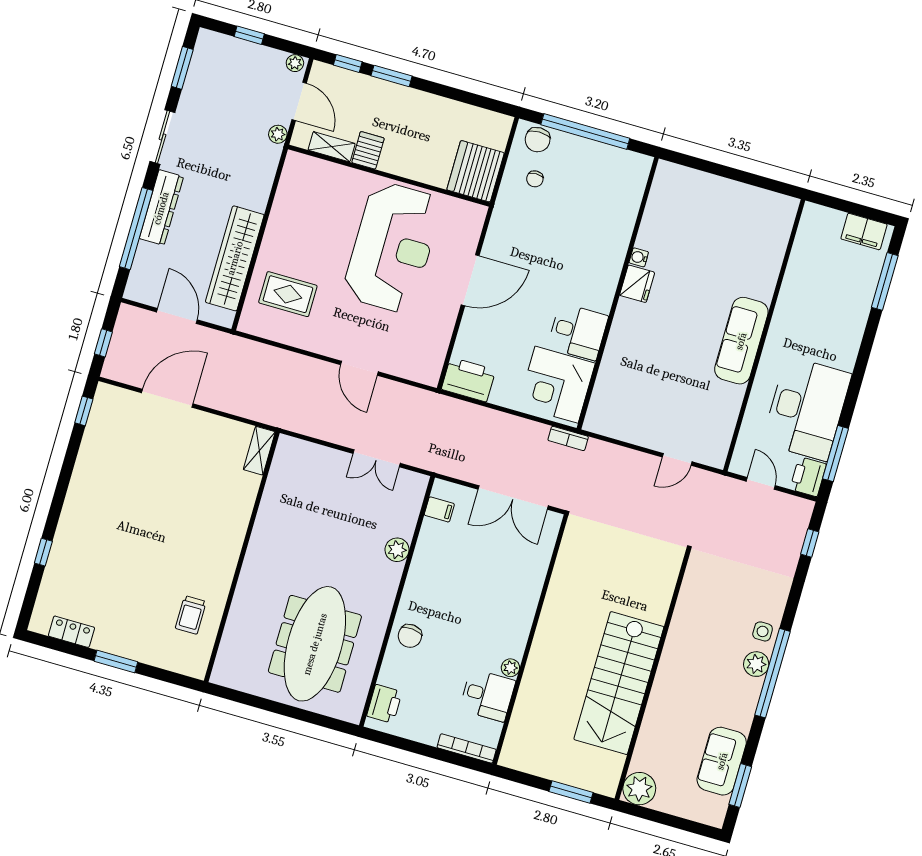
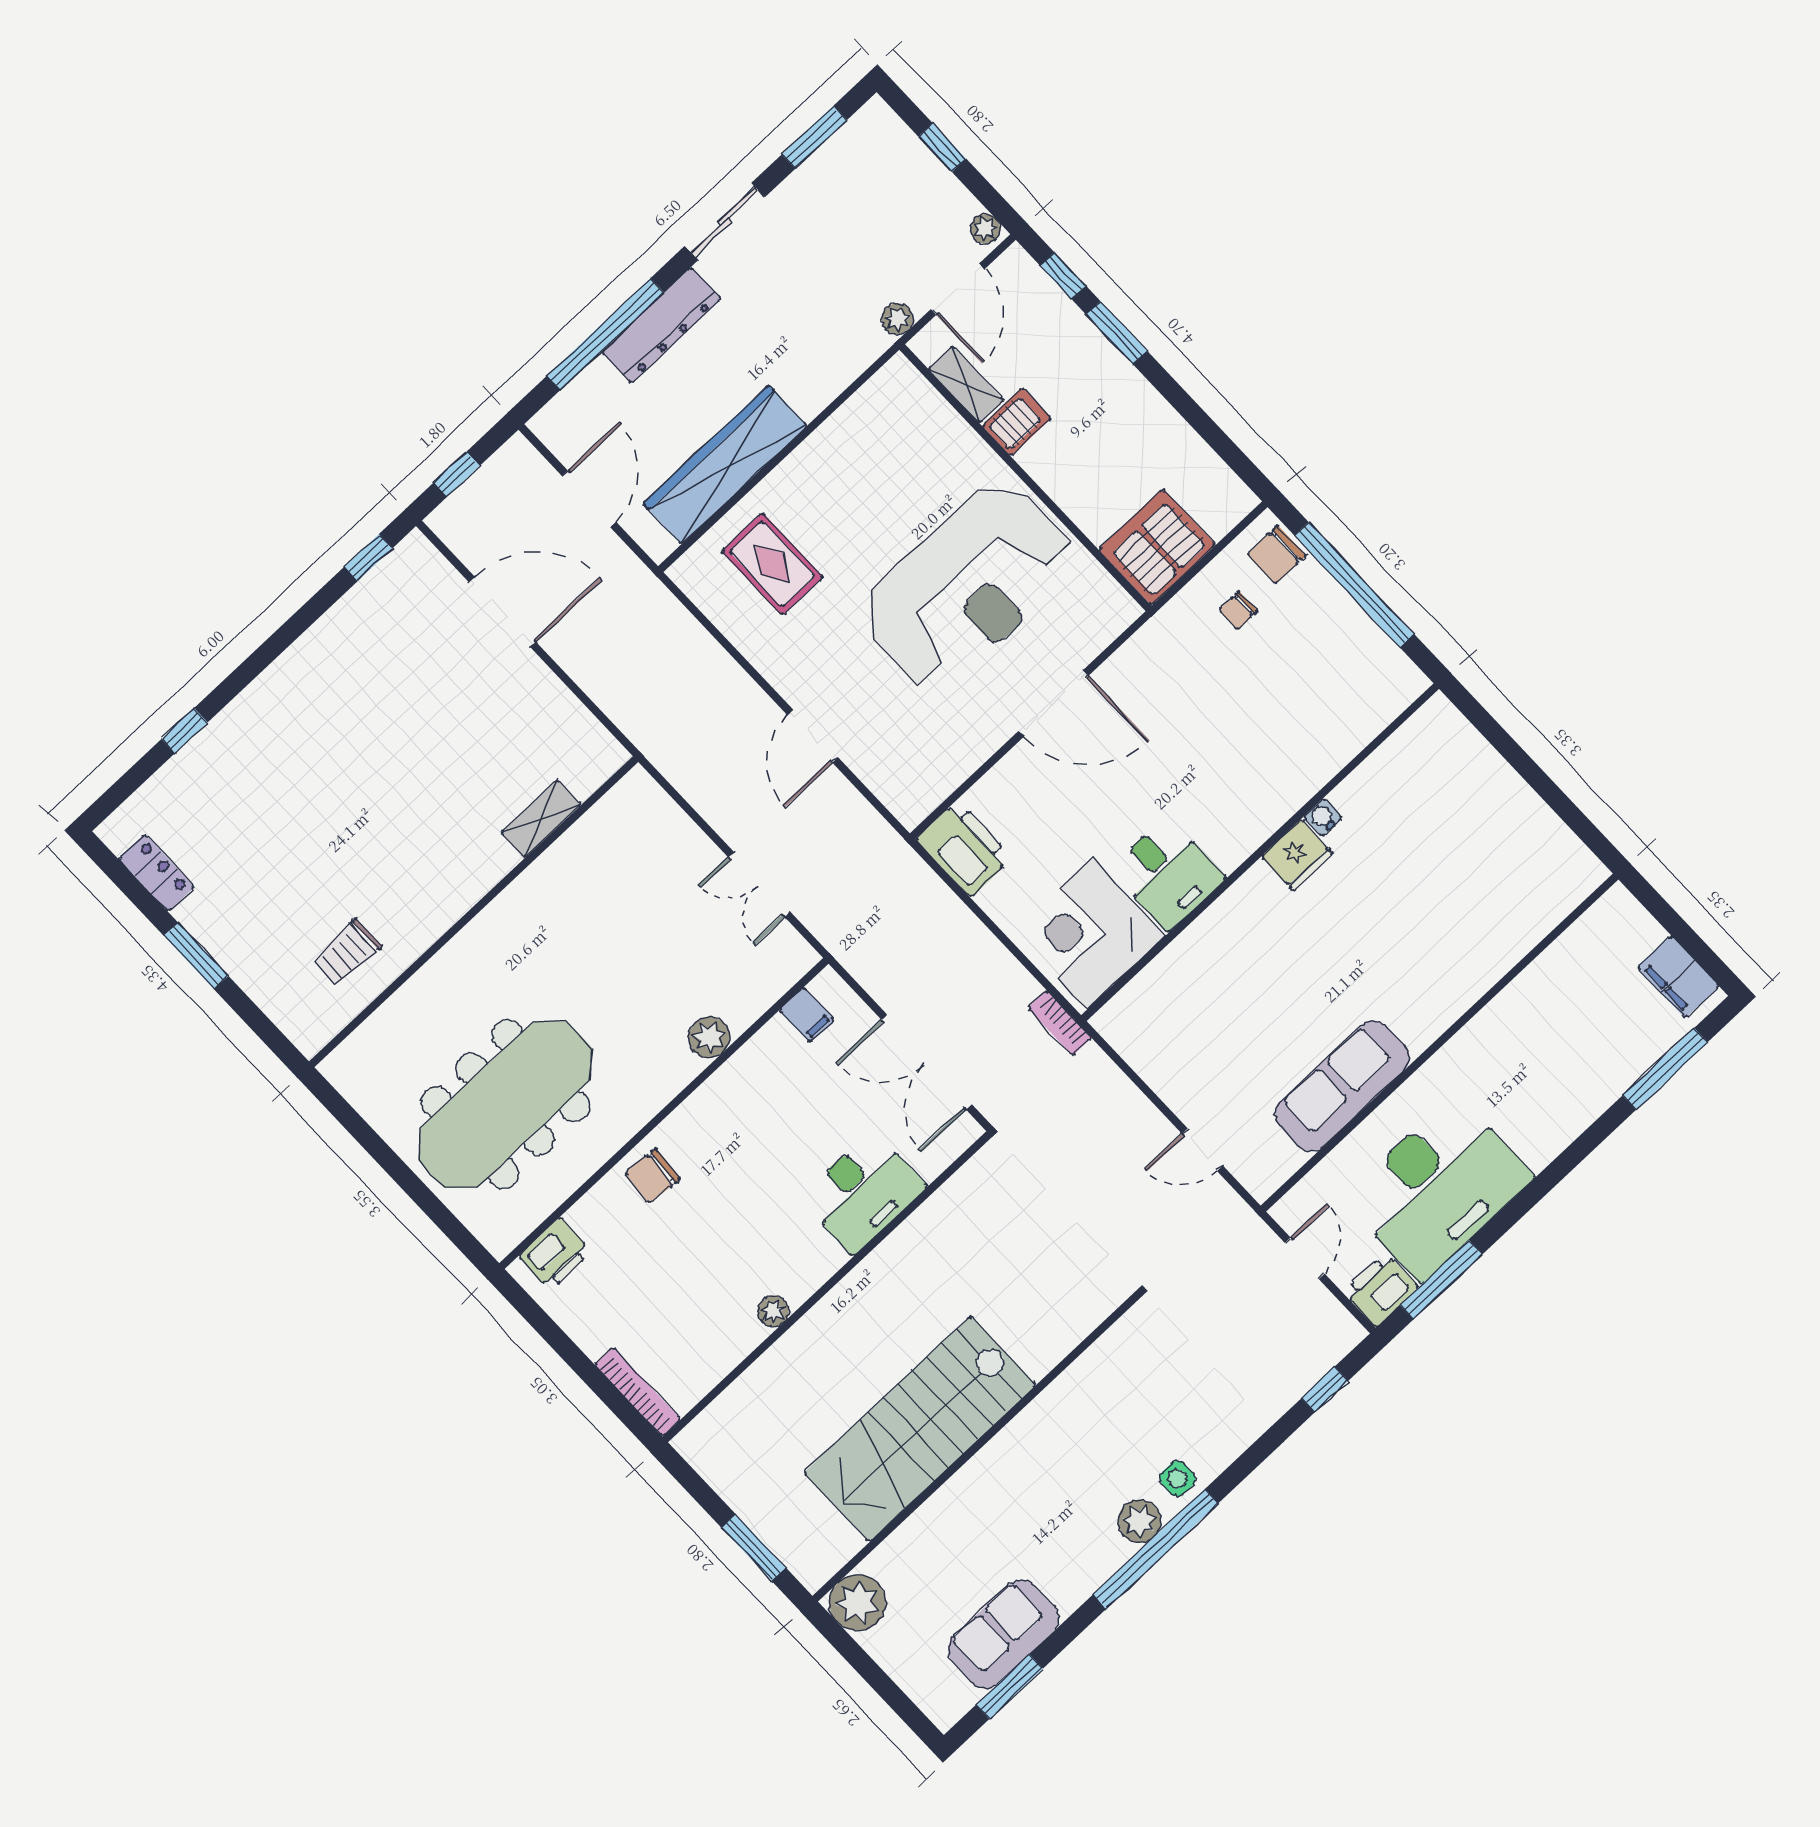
sofa: (741, 341) -> (1342, 1086), moved
shelving: (259, 451) -> (541, 819), moved
desk: (487, 695) -> (863, 1192), moved, width x1.37

